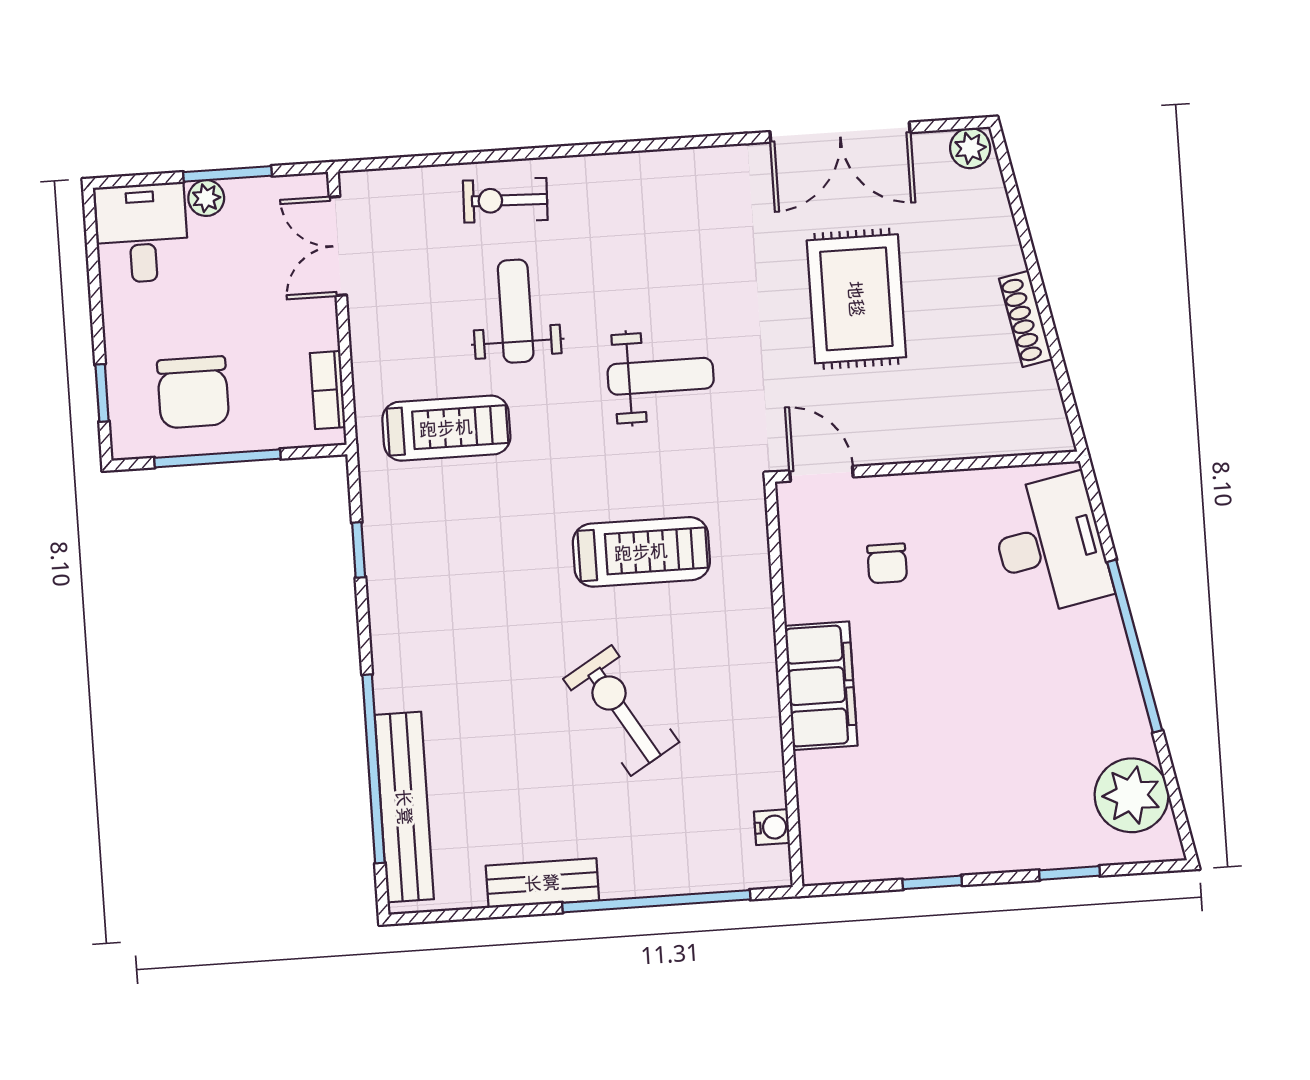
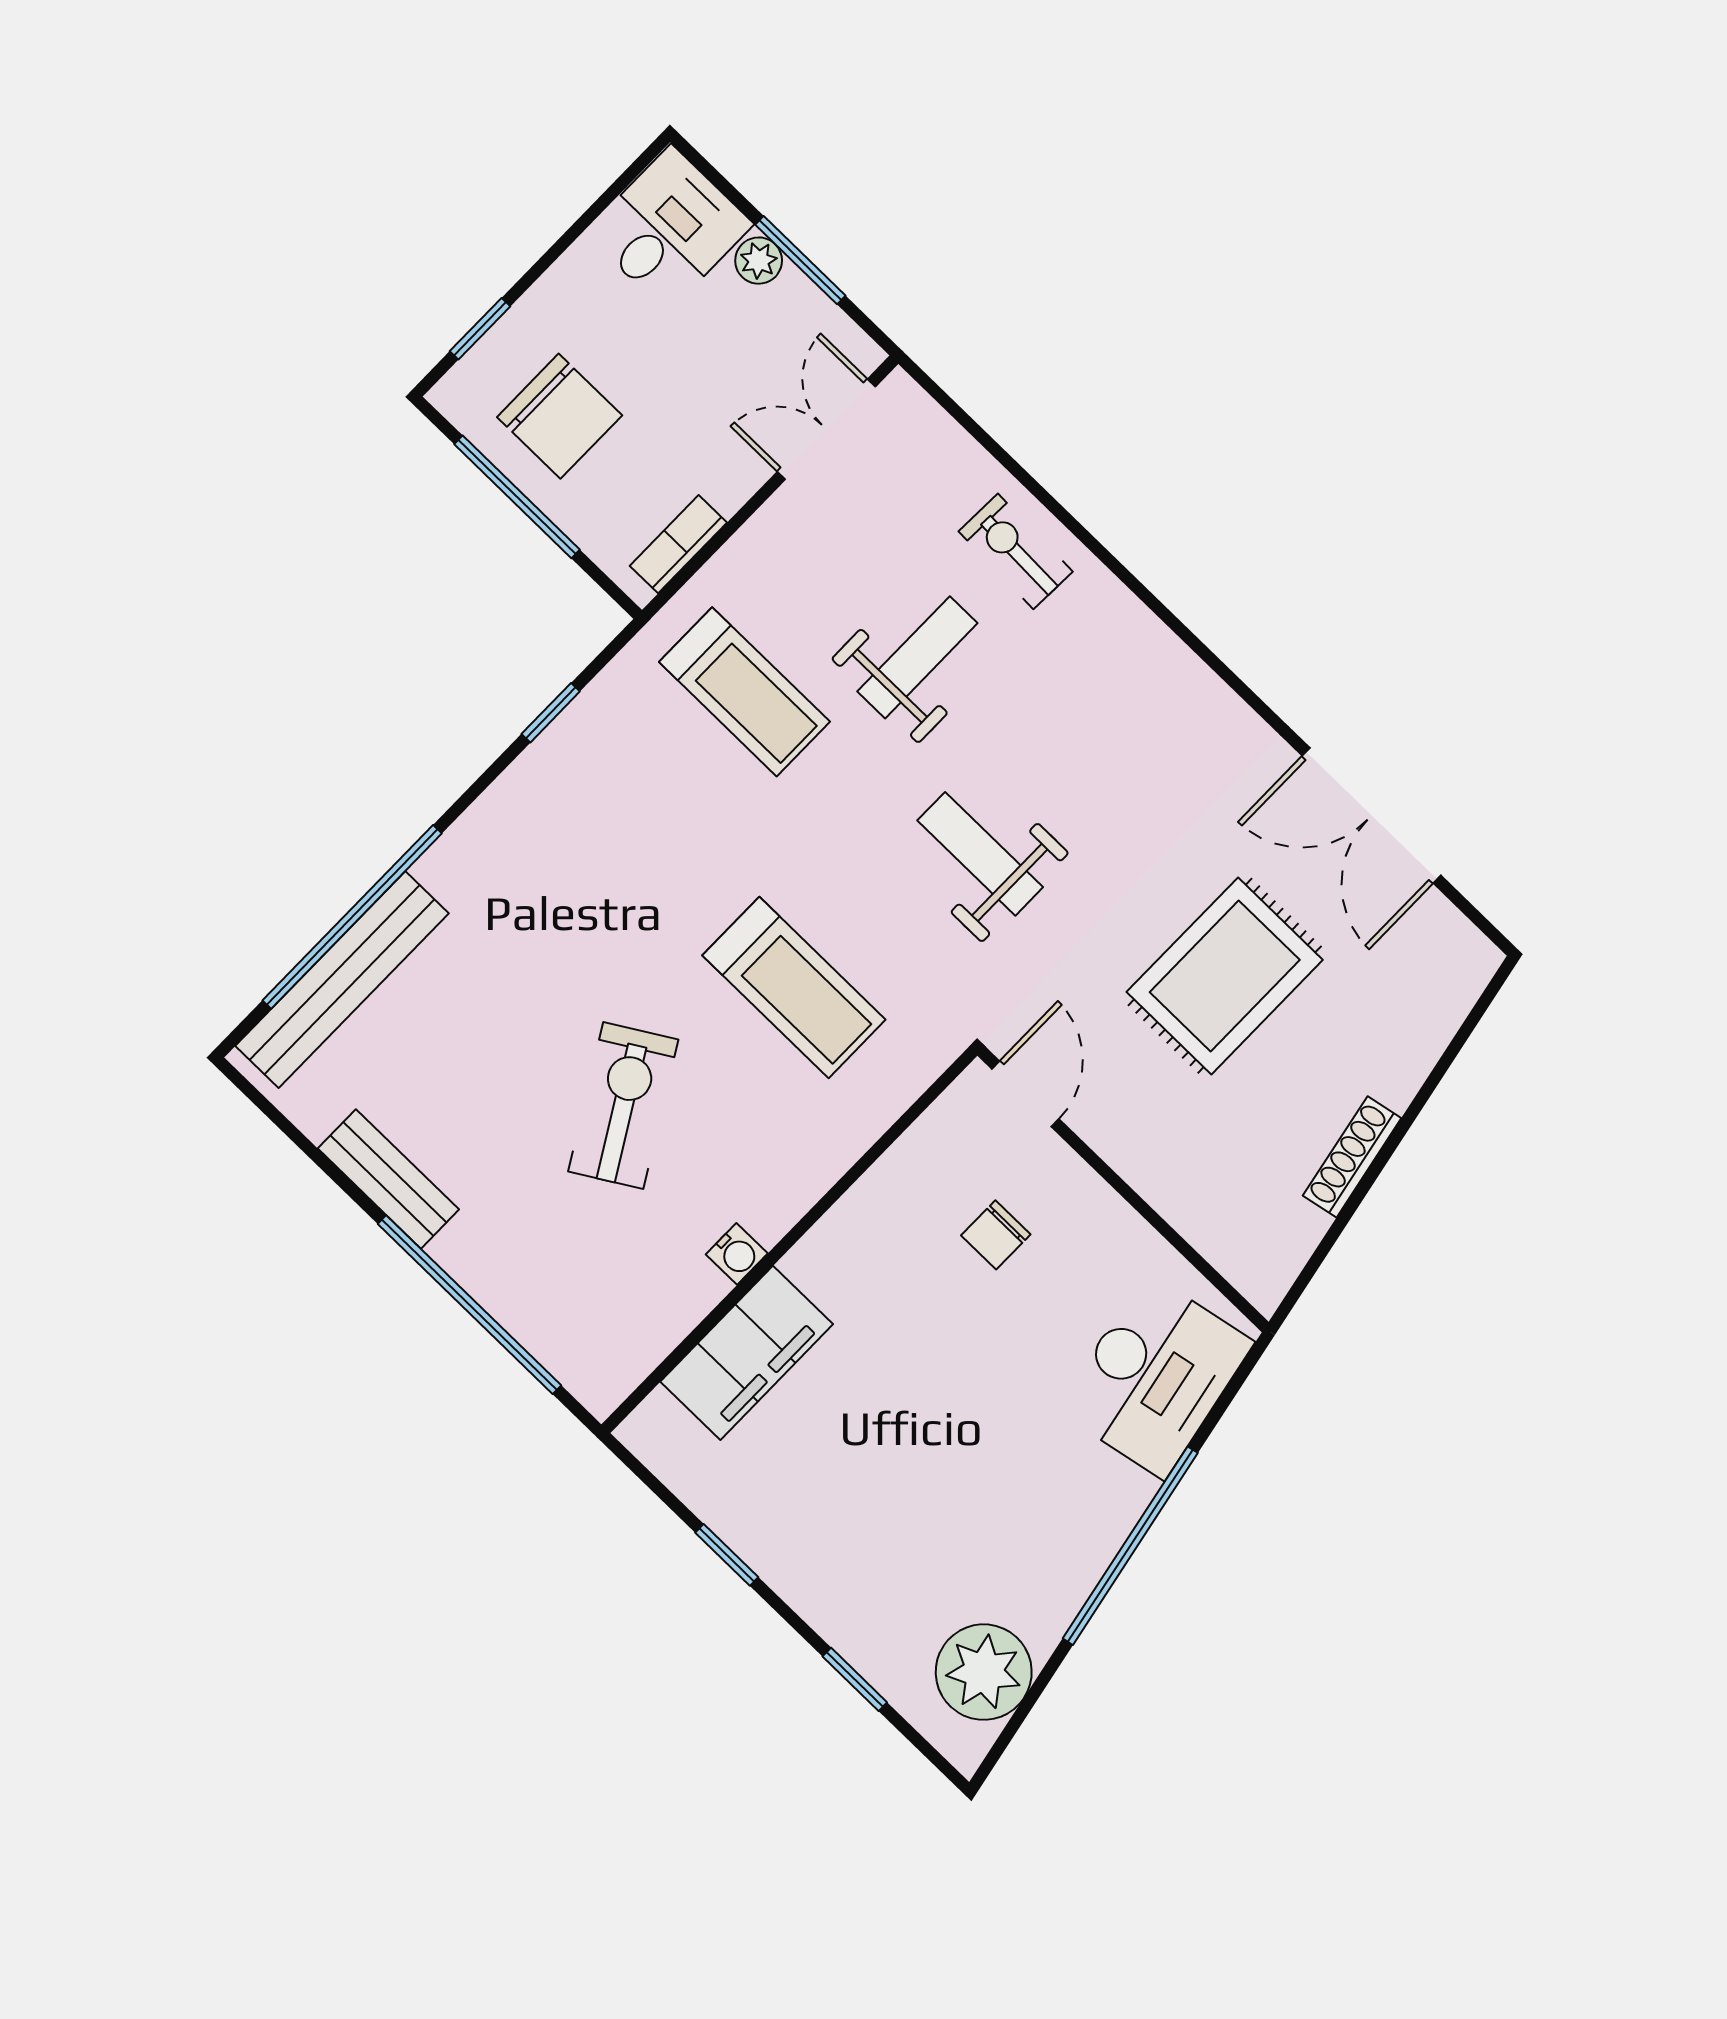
plant: (970, 148) -> (1469, 955), removed
weight bench: (661, 376) -> (980, 854), turned 180
chair: (193, 392) -> (560, 416), turned -90
filing cabinet: (821, 686) -> (747, 1353), moved
water cooler: (772, 827) -> (737, 1254), moved

